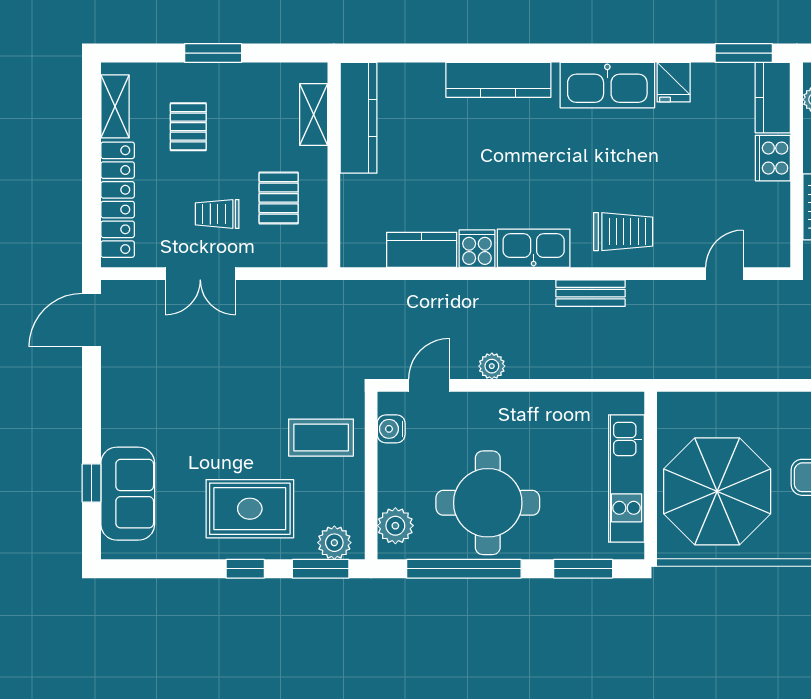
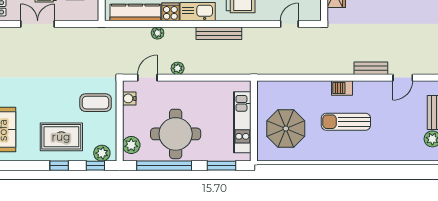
kitchen counter: (422, 250) -> (135, 12), width x1.50
double door: (200, 274) -> (38, 24), swing flipped
plant: (450, 293) -> (158, 33), added
bench: (590, 293) -> (219, 33), width x1.36
parasol: (717, 491) -> (286, 129), width x0.73, depth x0.73
window: (321, 569) -> (95, 166), width x0.67

